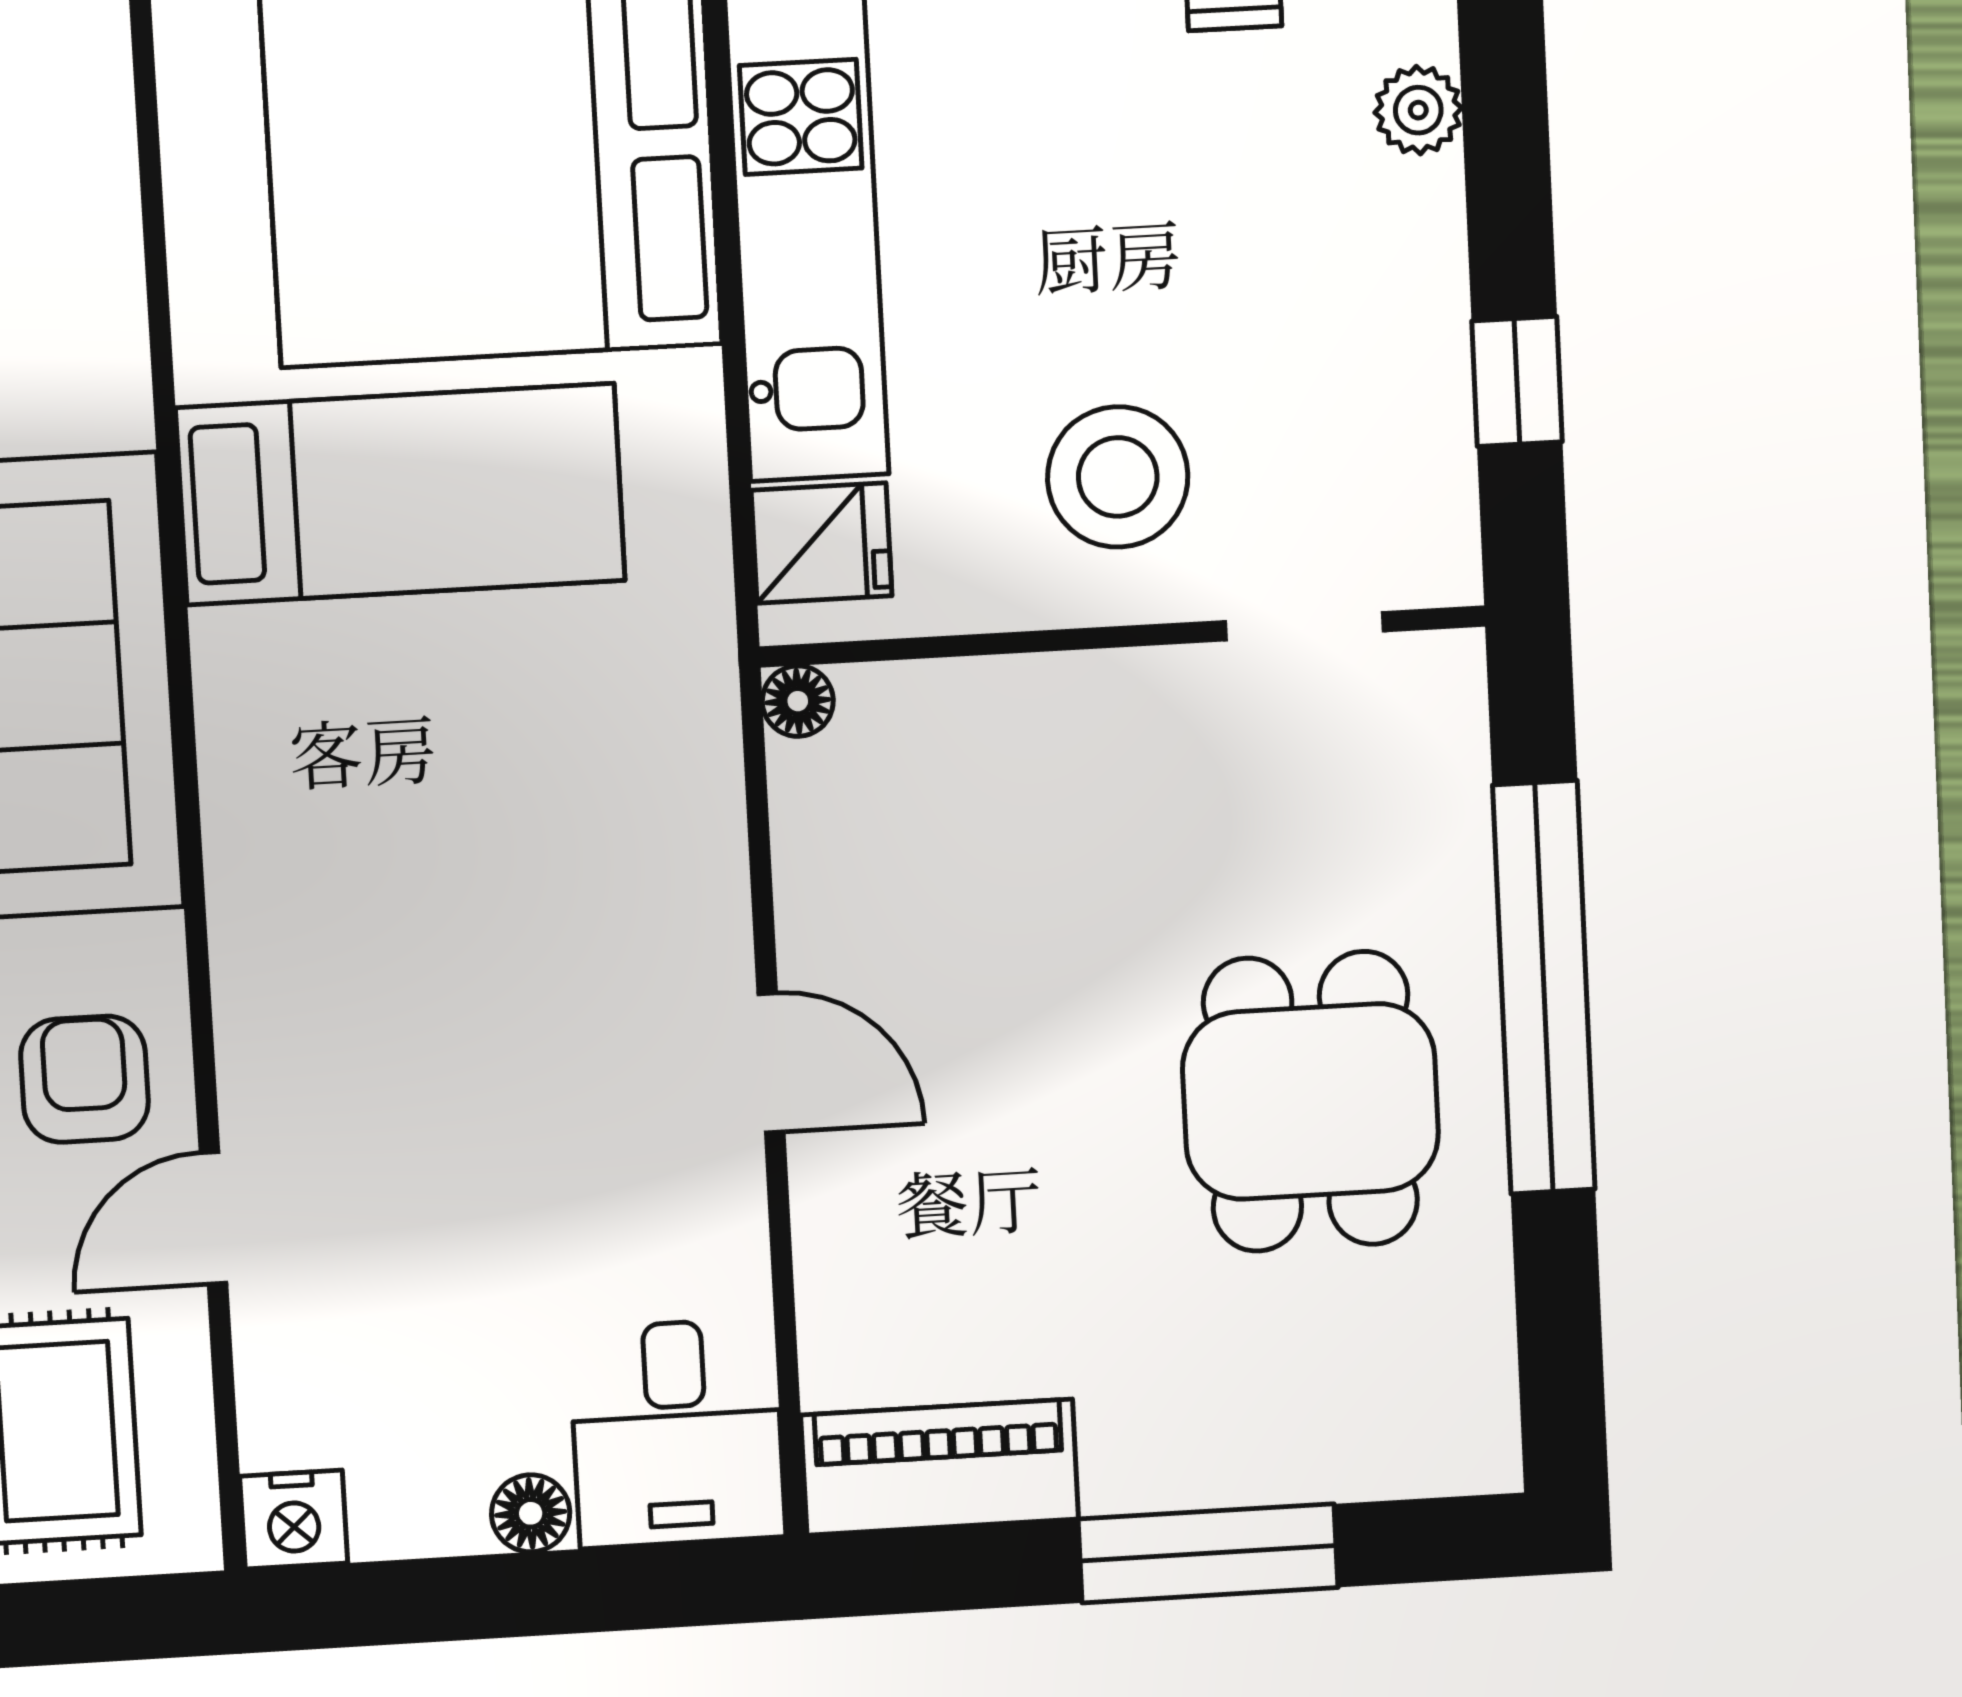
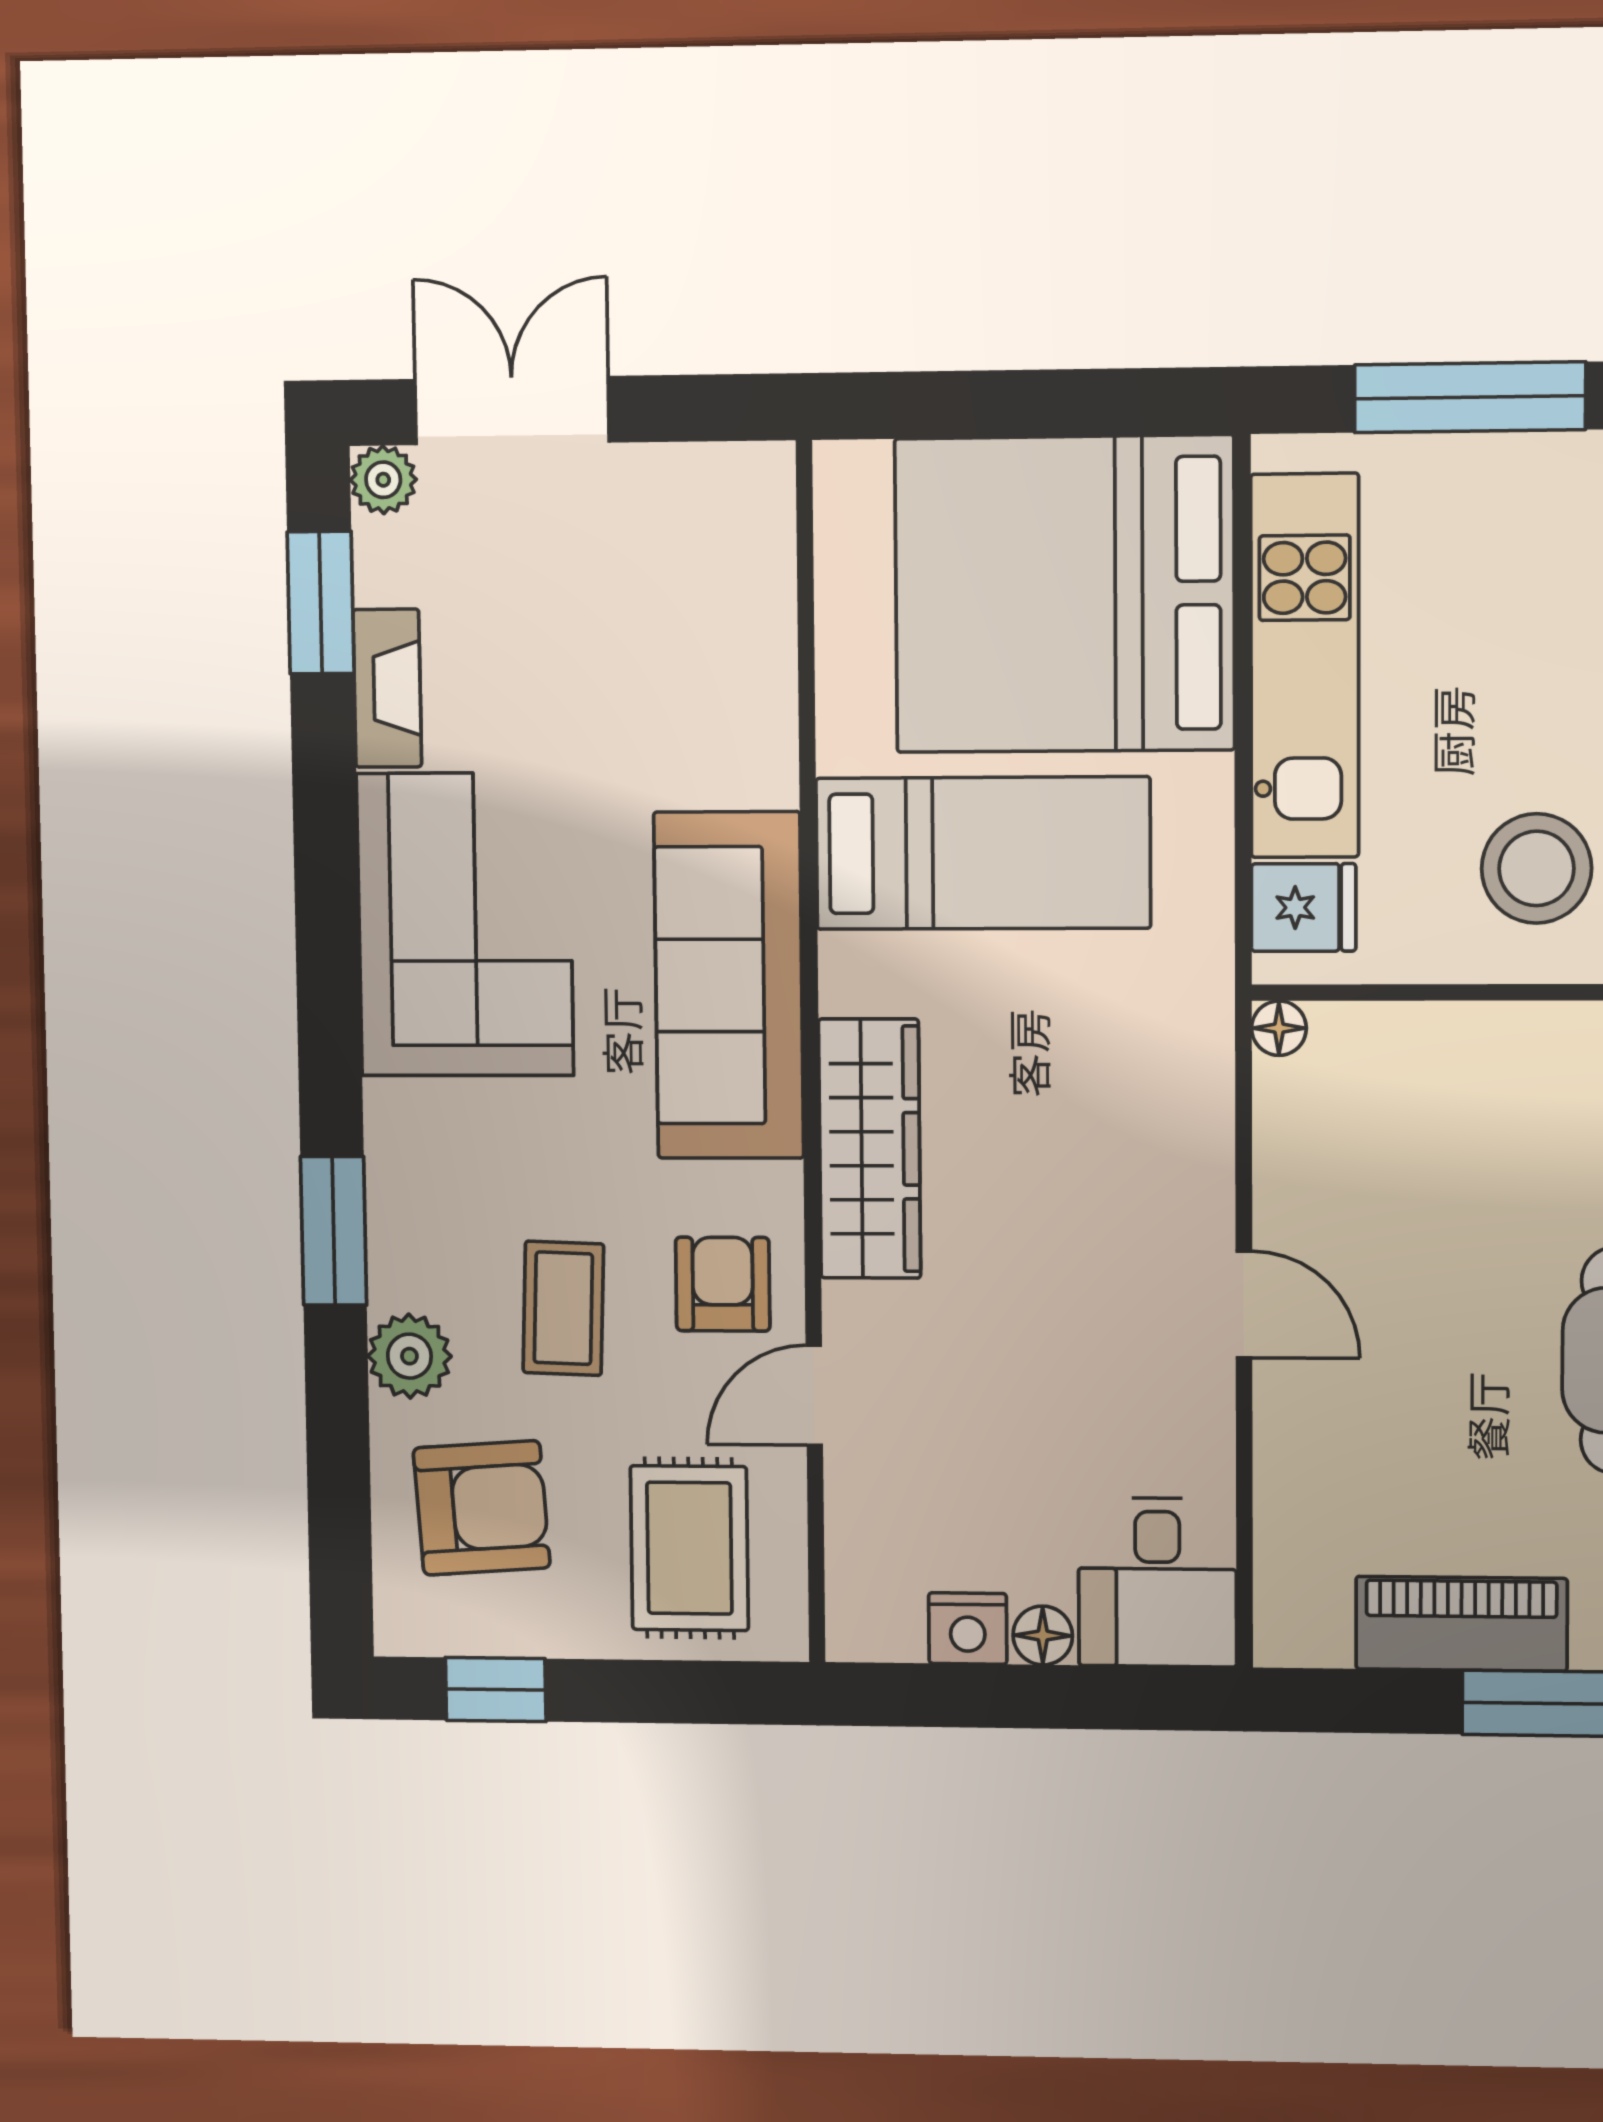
wardrobe: (271, 889) -> (870, 1149), added
piano: (940, 1467) -> (1461, 1624), moved
nightstand: (294, 1520) -> (968, 1629), moved

